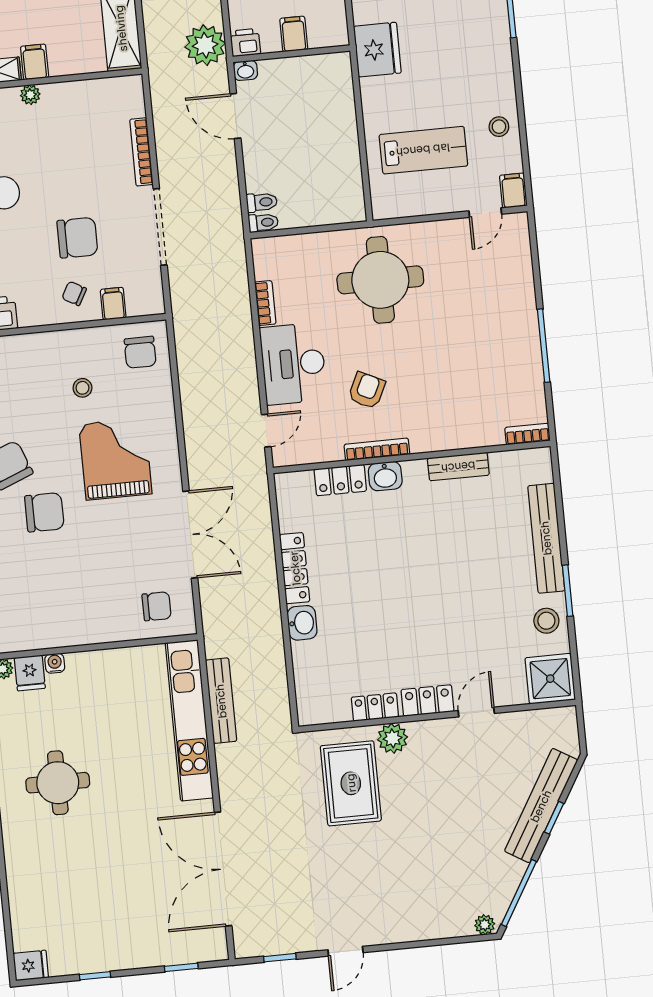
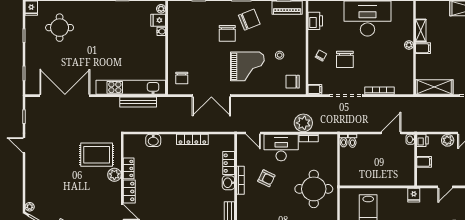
plant: (205, 45) -> (303, 123), moved
fridge: (377, 50) -> (414, 195), width x0.53, depth x0.75
filing cabinet: (113, 304) -> (315, 89), moved
washbasin: (302, 623) -> (153, 140), moved
round table: (58, 783) -> (60, 28), moved

